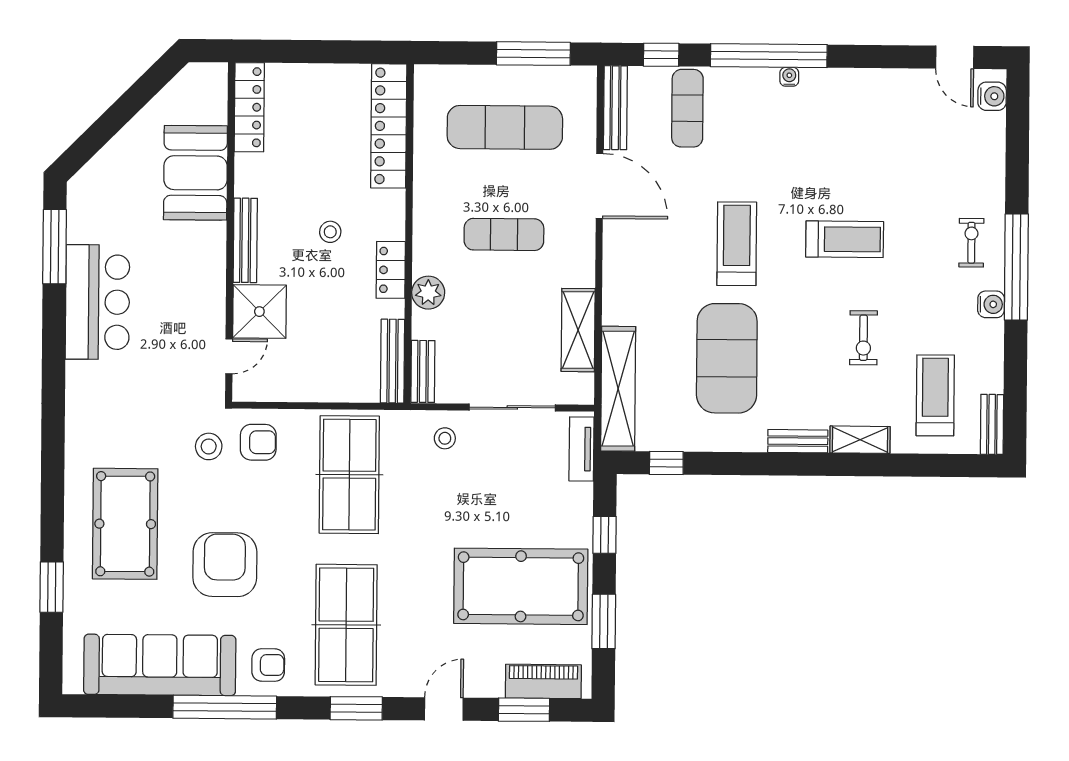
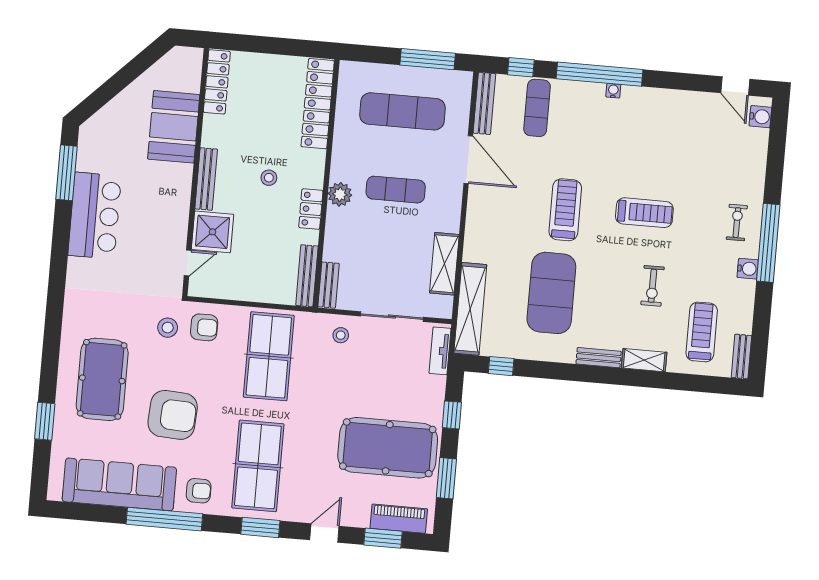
plant: (428, 293) -> (340, 194), moved
armchair: (225, 565) -> (173, 415), turned 93

